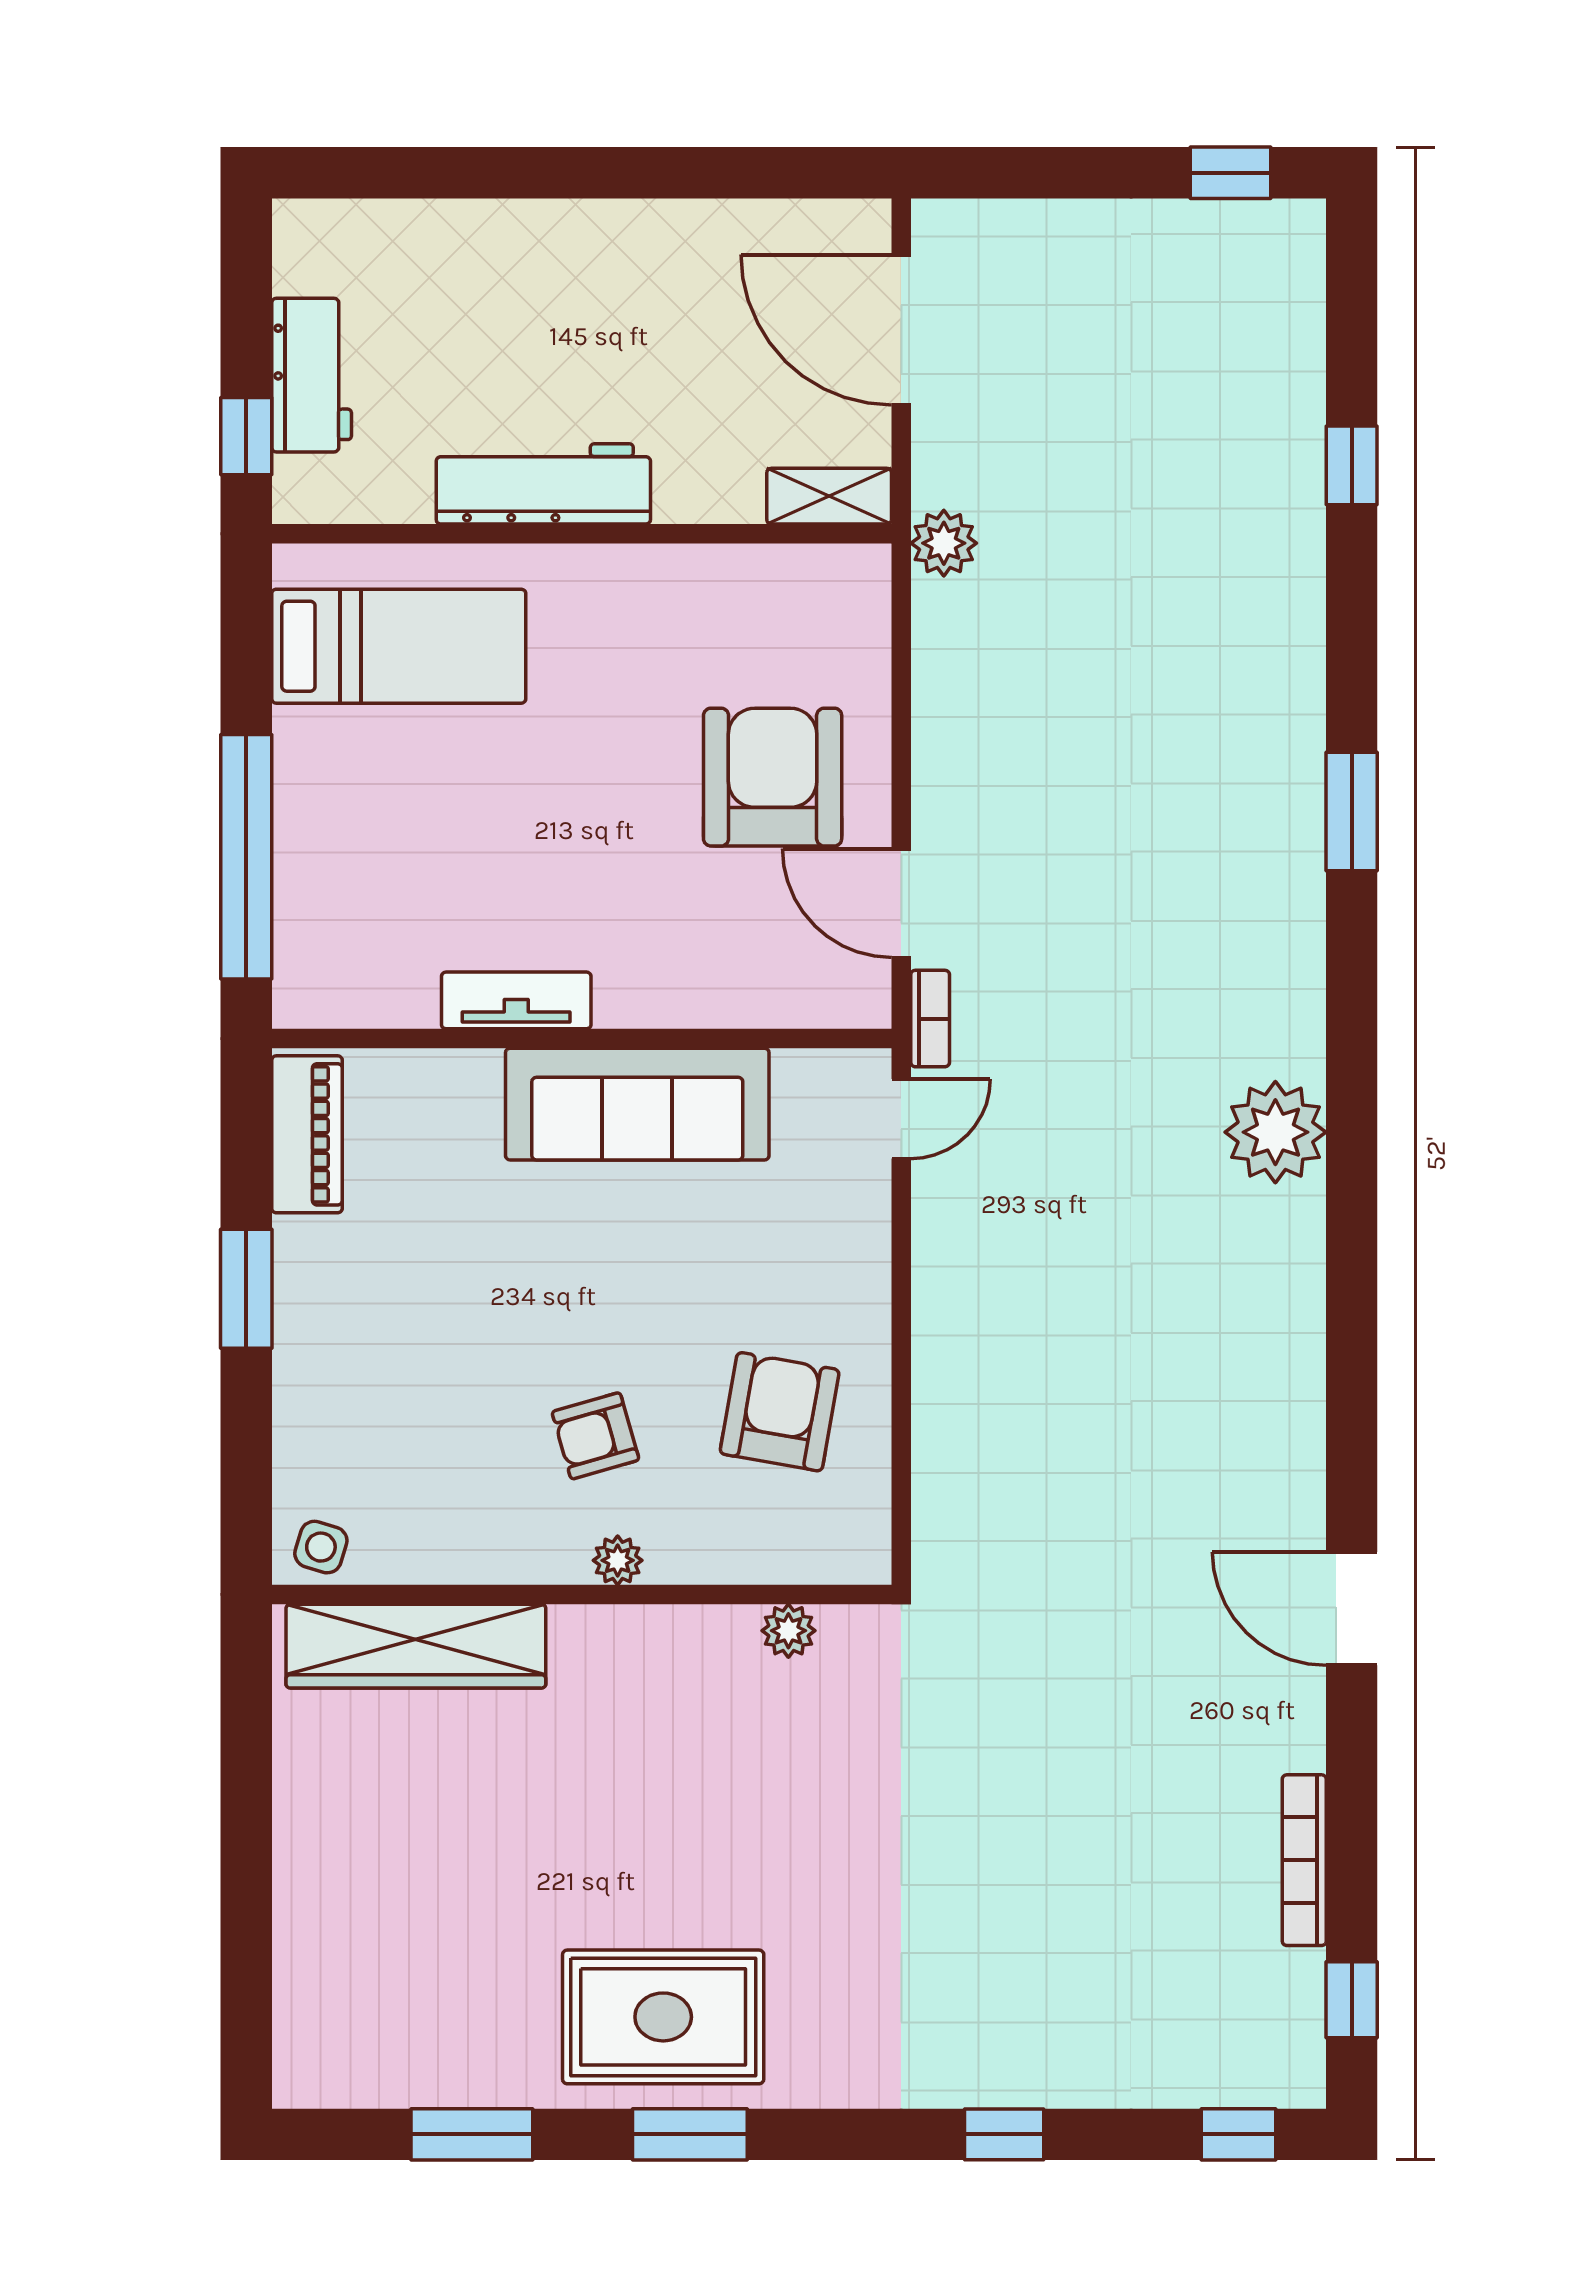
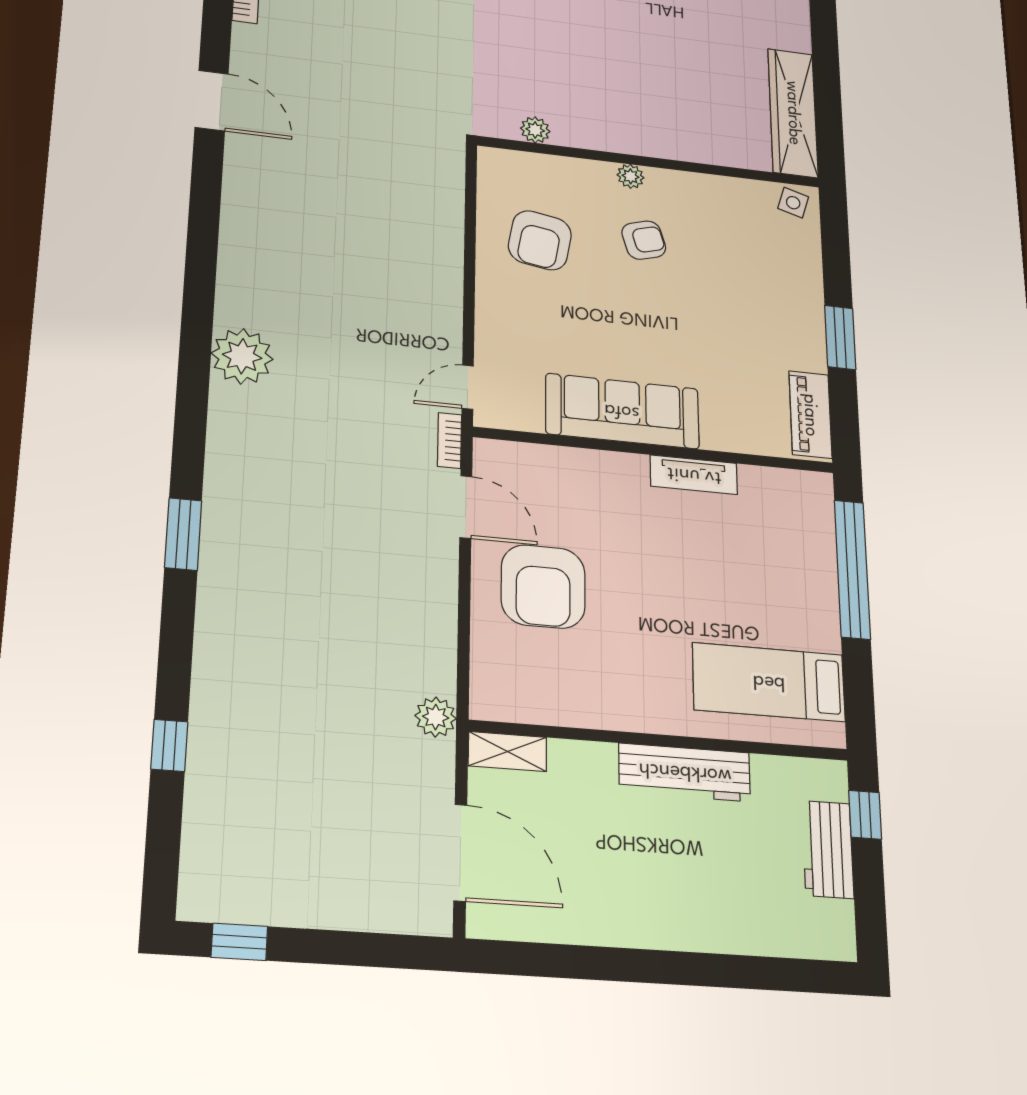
wardrobe: (416, 1646) -> (793, 113), moved, turned -90

